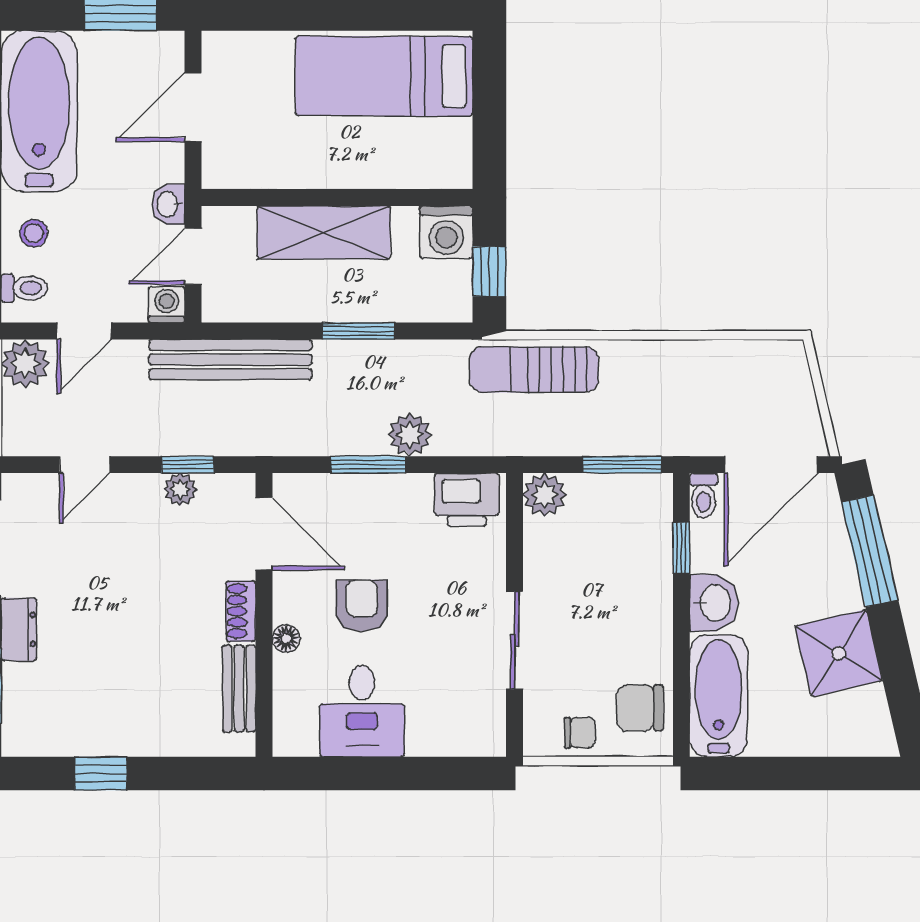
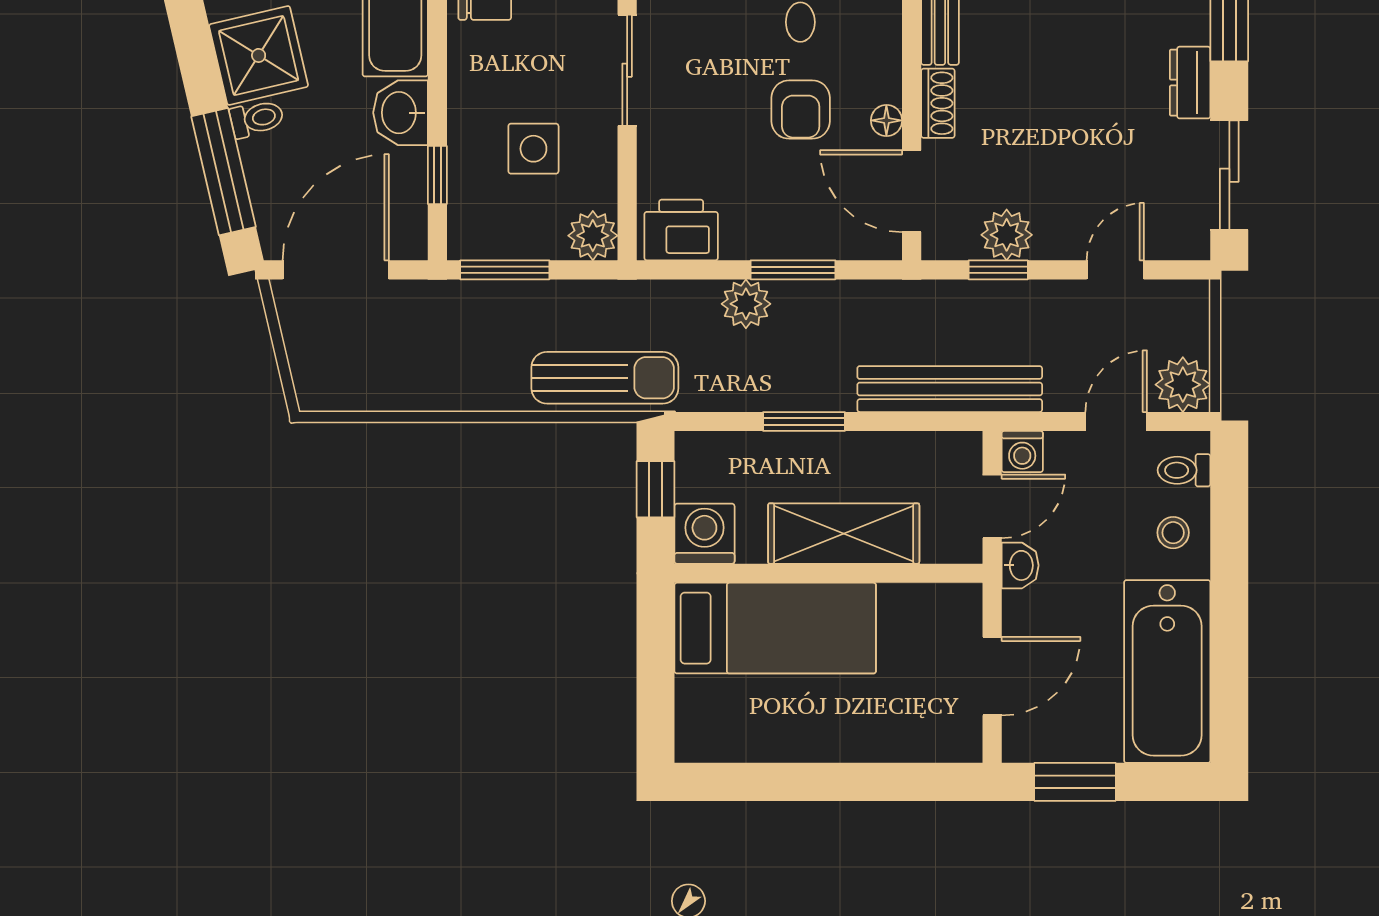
bed: (384, 76) -> (775, 628), moved
plant: (180, 489) -> (1007, 235), width x1.38, depth x1.38
toilet: (704, 495) -> (257, 119), moved, turned 77
side table: (597, 571) -> (533, 149), added
floor lamp: (286, 638) -> (886, 120), moved

